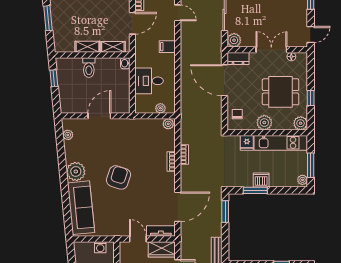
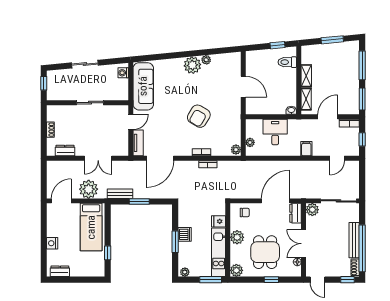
door: (132, 23) -> (328, 117), swing flipped
double door: (271, 50) -> (304, 244), swing flipped
toilet: (89, 68) -> (287, 62), moved
window: (311, 98) -> (271, 280), moved
plant: (68, 135) -> (206, 60), moved
window: (311, 165) -> (211, 280), moved
armchair: (119, 177) -> (199, 116), moved, turned 103
window: (255, 190) -> (175, 242), moved
door: (178, 207) -> (160, 158), hinge flipped
sofa: (81, 208) -> (143, 86), moved, turned -84
window: (225, 212) -> (139, 201), moved
washing machine: (100, 247) -> (123, 73), moved
wardrobe: (162, 249) -> (121, 144), removed

